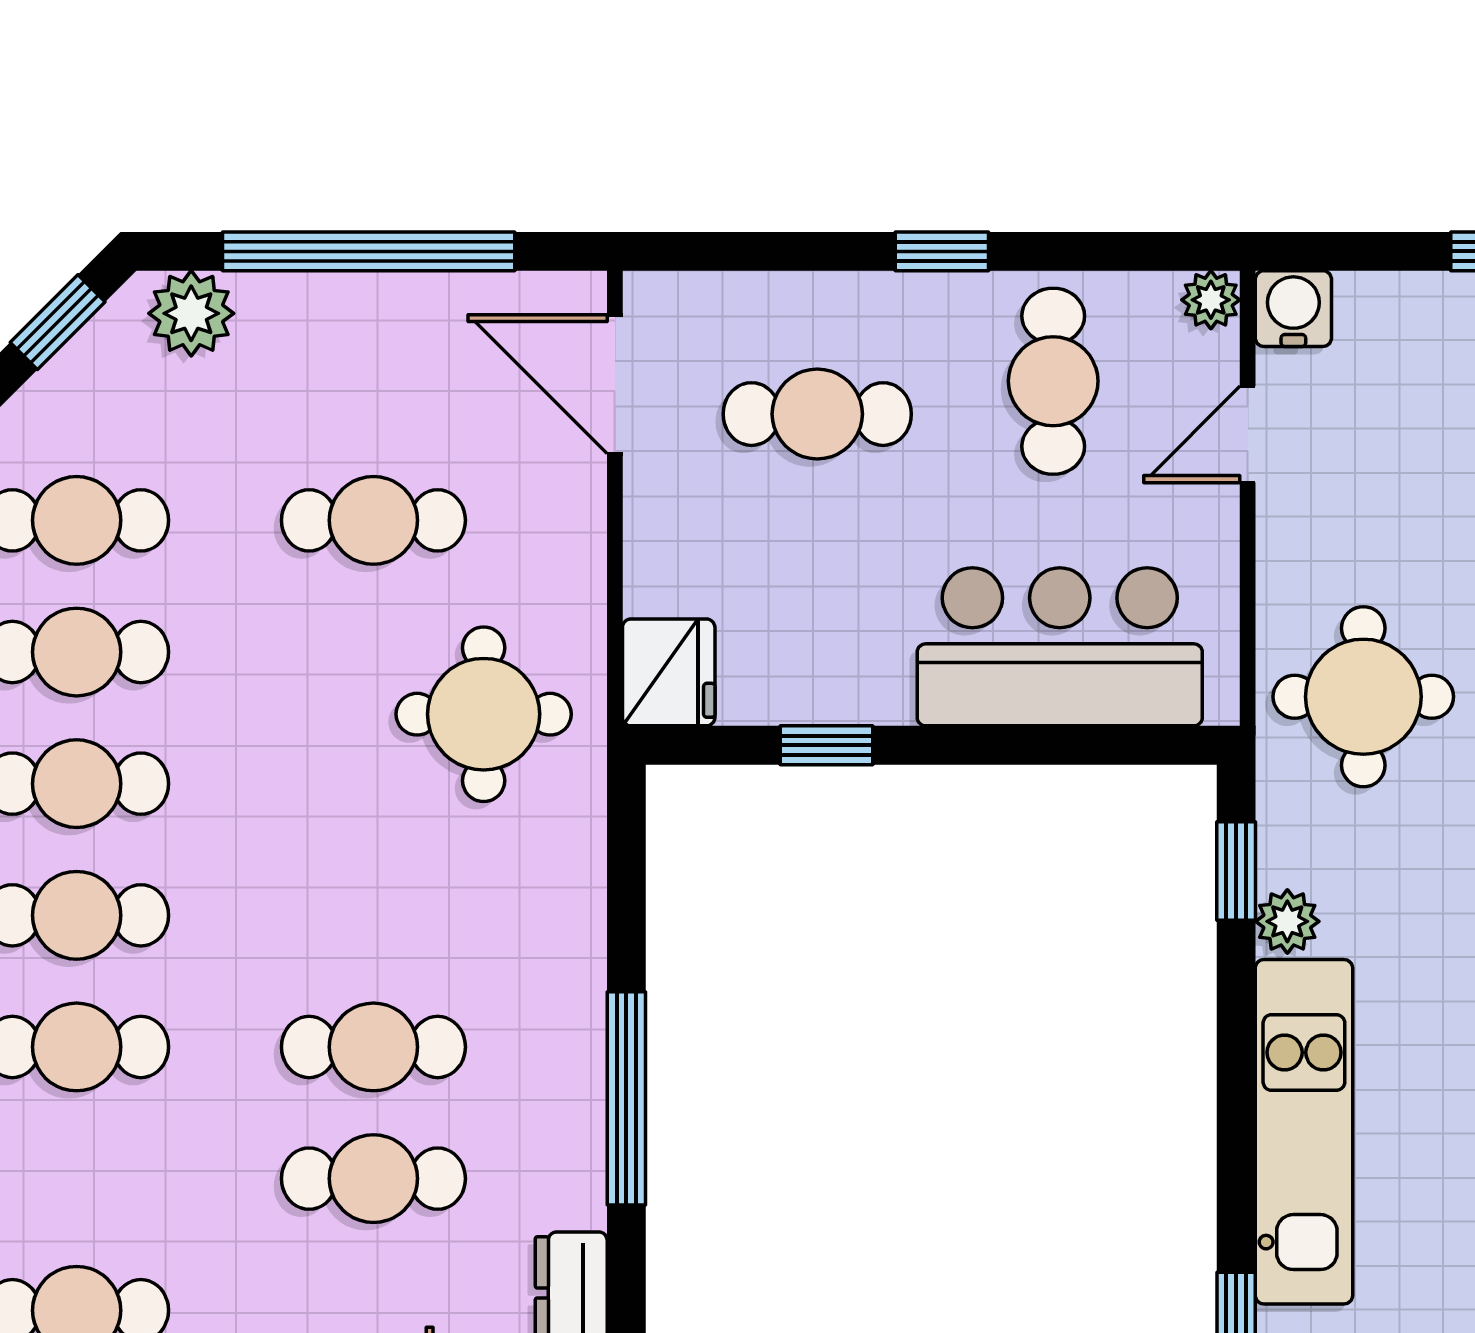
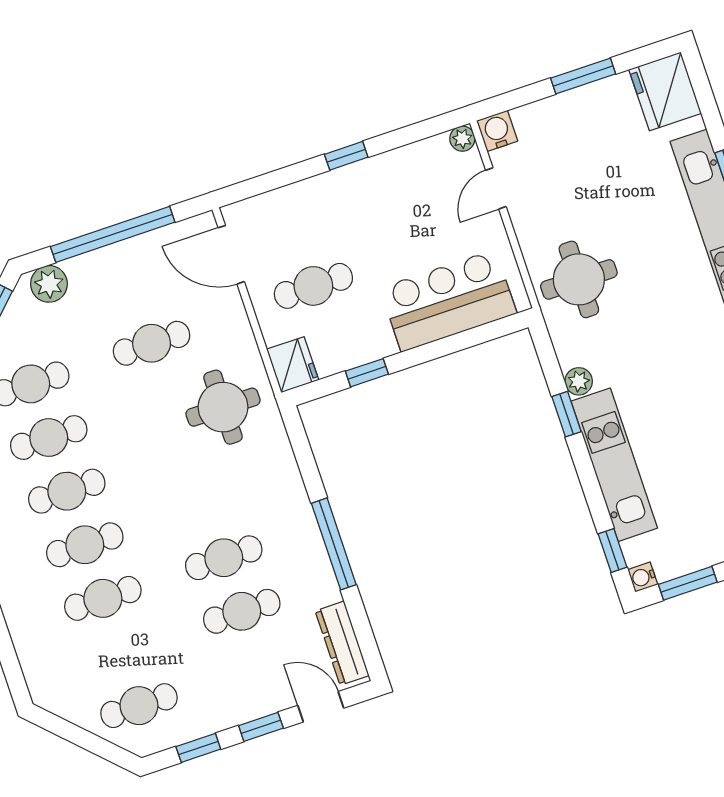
cafe table: (1053, 381) -> (409, 193), removed
cafe table: (817, 414) -> (313, 286), moved
window: (1236, 871) -> (567, 414), moved

